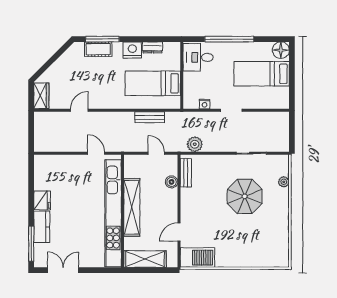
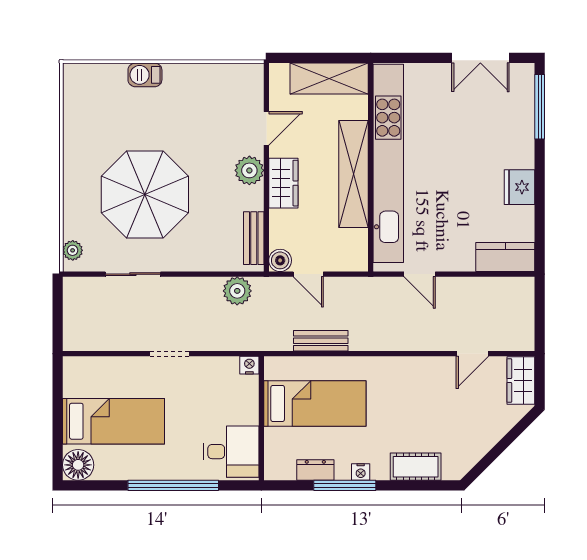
window: (102, 39) -> (345, 485), moved
nightstand: (132, 50) -> (361, 472), width x0.53, depth x0.56
nightstand: (205, 104) -> (249, 365), moved
door: (79, 110) -> (472, 354), moved
boiler: (172, 182) -> (280, 260), moved
plant: (284, 182) -> (73, 250), moved
parasol: (245, 196) -> (145, 195), width x1.36, depth x1.36
wardrobe: (170, 203) -> (283, 183), added
plant: (188, 209) -> (249, 170), added
kitchen counter: (42, 227) -> (505, 257), moved, turned 90
barbecue: (197, 258) -> (145, 75), moved, width x0.53, depth x0.65

